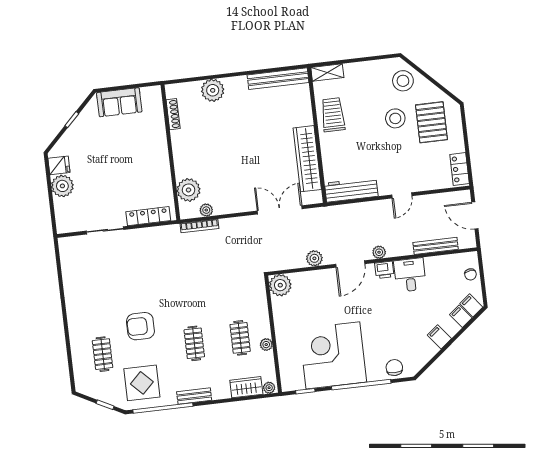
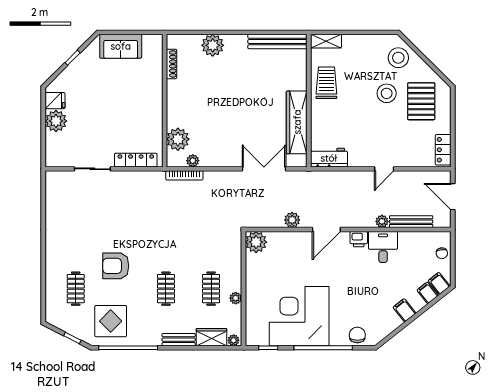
workbench: (351, 190) -> (329, 158), width x0.73
plant: (379, 252) -> (382, 221), moved
bench: (194, 396) -> (179, 340), moved

